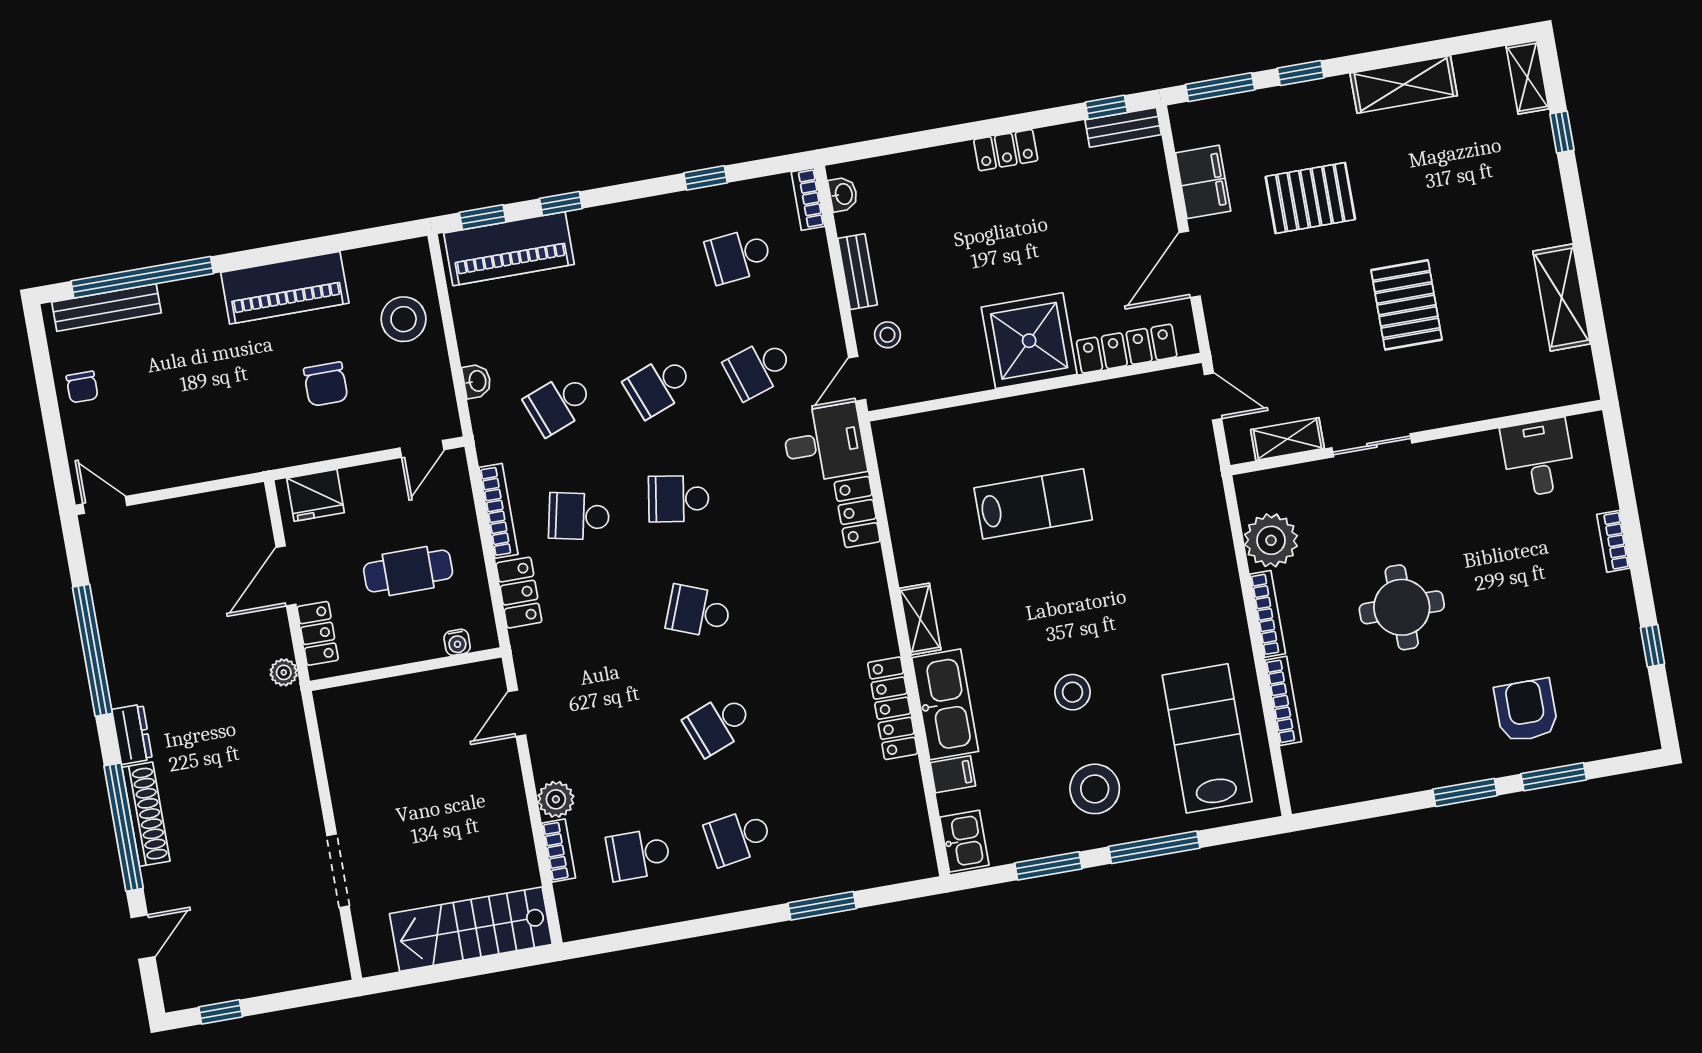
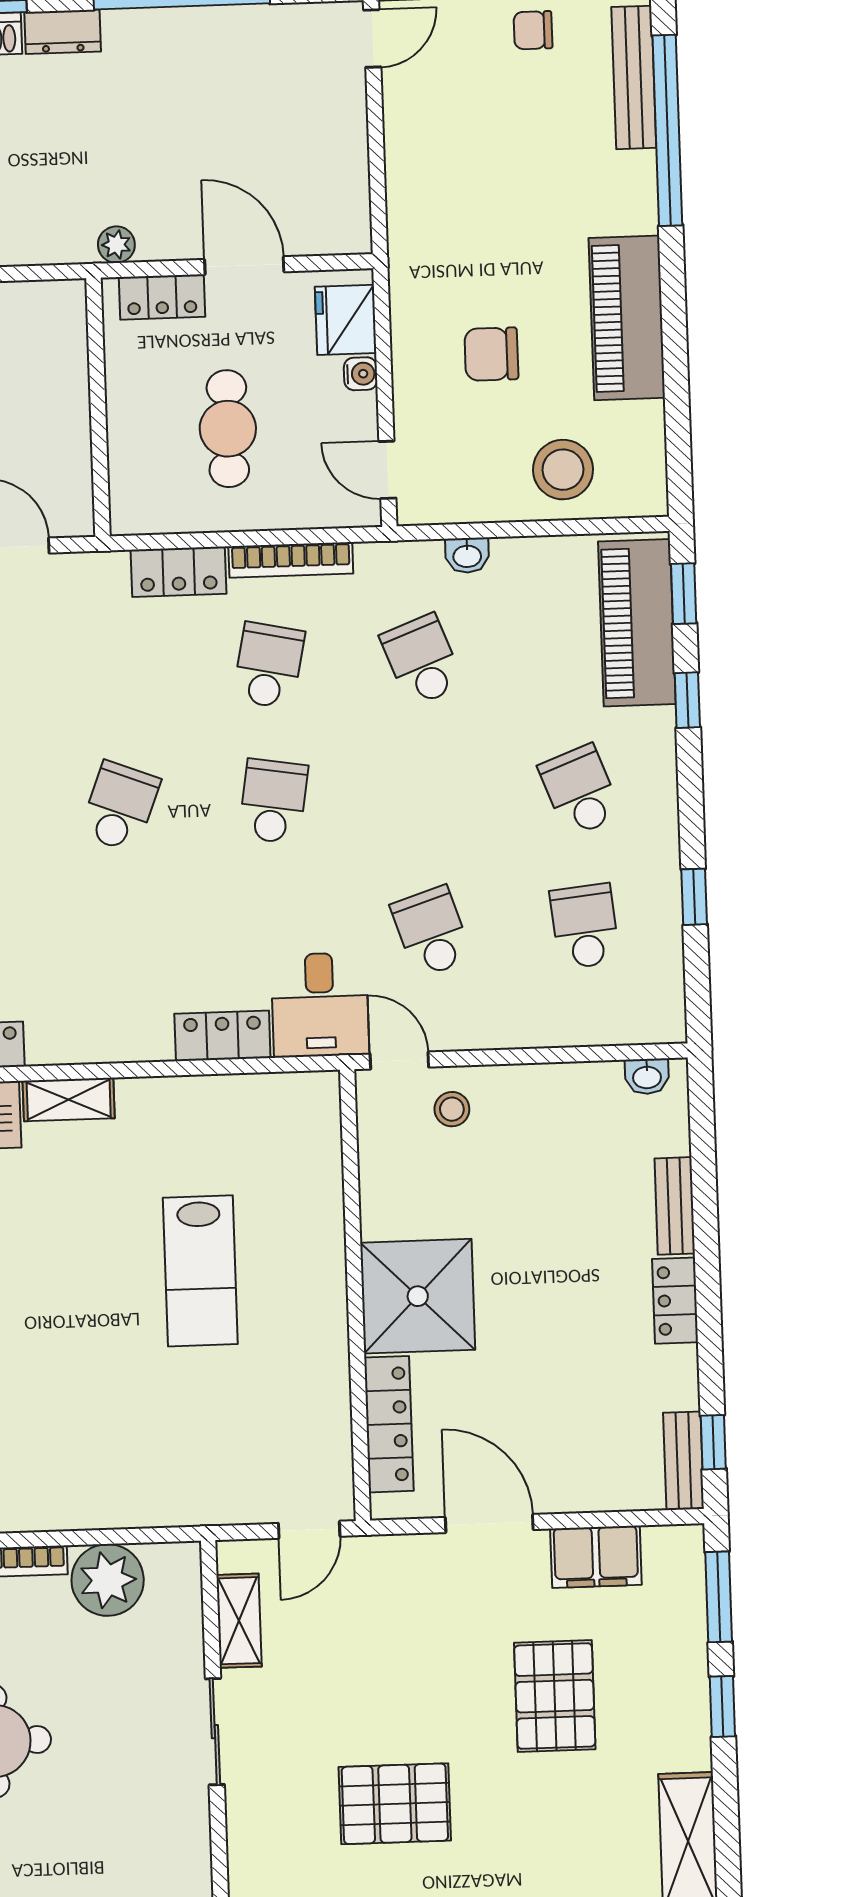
bookcase: (808, 199) -> (647, 1029), removed
bench: (857, 272) -> (675, 1206), moved, turned 90
school desk: (659, 386) -> (580, 791), moved
water cooler: (457, 642) -> (361, 374), moved, turned 180

